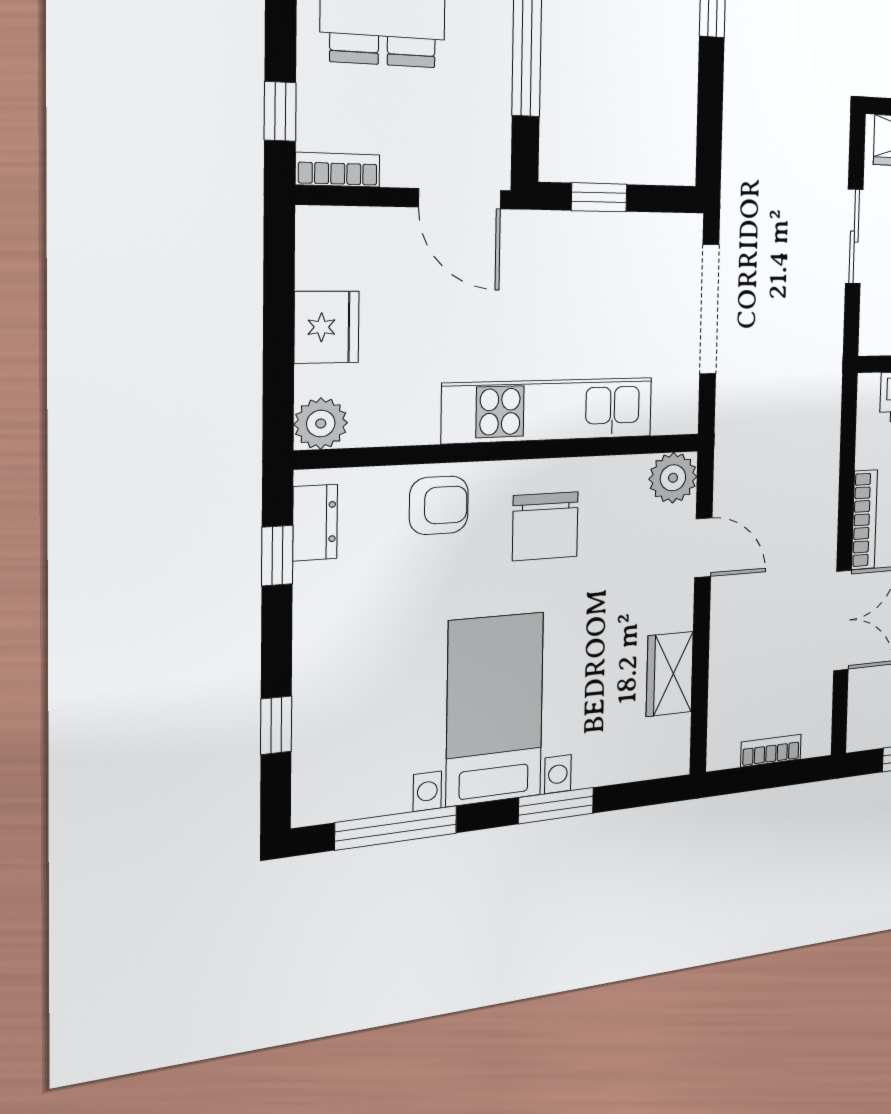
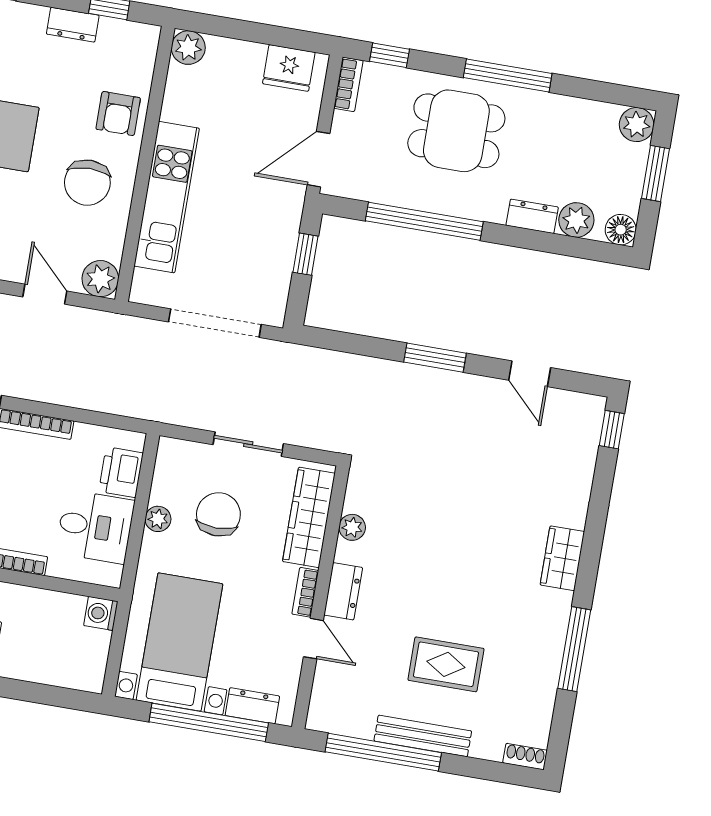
fridge: (327, 327) -> (289, 68), moved
dresser: (315, 523) -> (73, 25), moved
chair: (545, 526) -> (87, 183), turned -90
door: (703, 548) -> (45, 294), swing flipped

